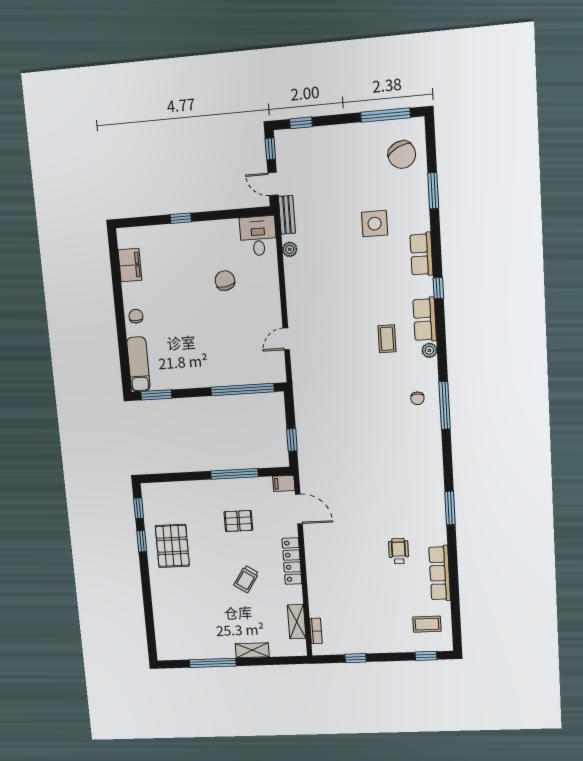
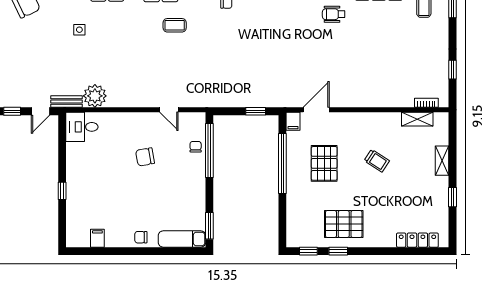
side table: (375, 224) -> (79, 30), width x0.54, depth x0.54
plant: (290, 249) -> (95, 96), width x1.87, depth x1.87
filing cabinet: (130, 265) -> (97, 238), width x0.50
chair: (225, 281) -> (145, 157), moved
chair: (246, 373) -> (196, 147), added
window: (234, 474) -> (282, 163), width x1.46
pallet: (238, 521) -> (324, 163), width x1.50, depth x1.42
wheelchair: (399, 551) -> (334, 14), moved
locker: (292, 561) -> (417, 240), moved, turned 180
window: (213, 663) -> (453, 197), width x0.46

